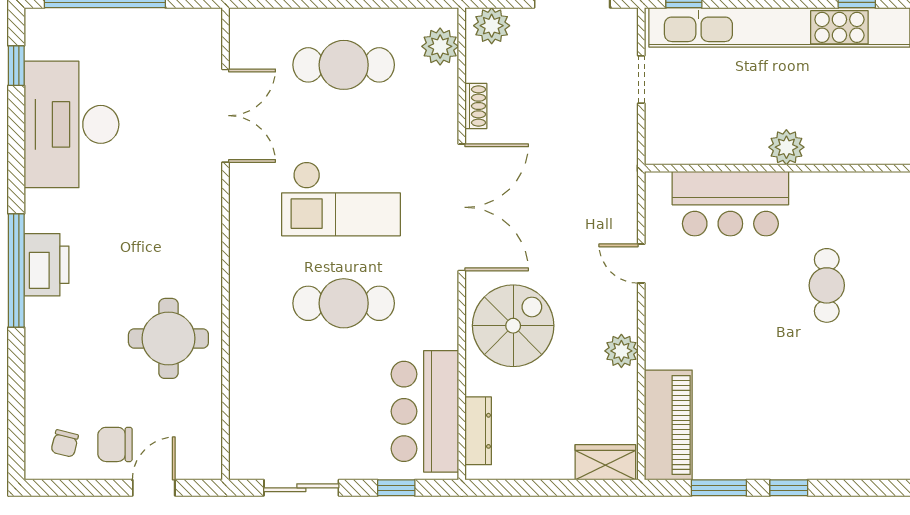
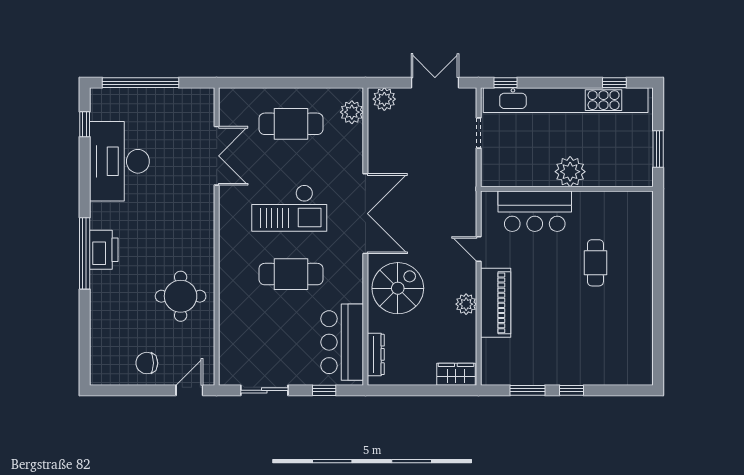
shoe rack: (476, 106) -> (374, 150), removed
plant: (786, 147) -> (570, 172), width x1.36, depth x1.36
piano: (668, 425) -> (496, 303), moved
chair: (65, 443) -> (115, 362), removed
door: (154, 488) -> (189, 390), moved

